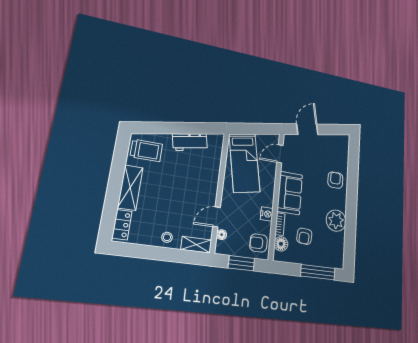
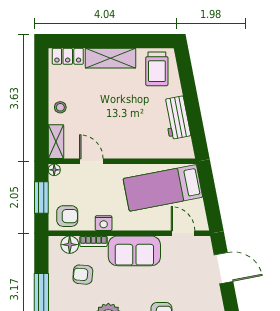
floor lamp: (222, 235) -> (54, 170), moved
armchair: (259, 243) -> (67, 216), turned 90

